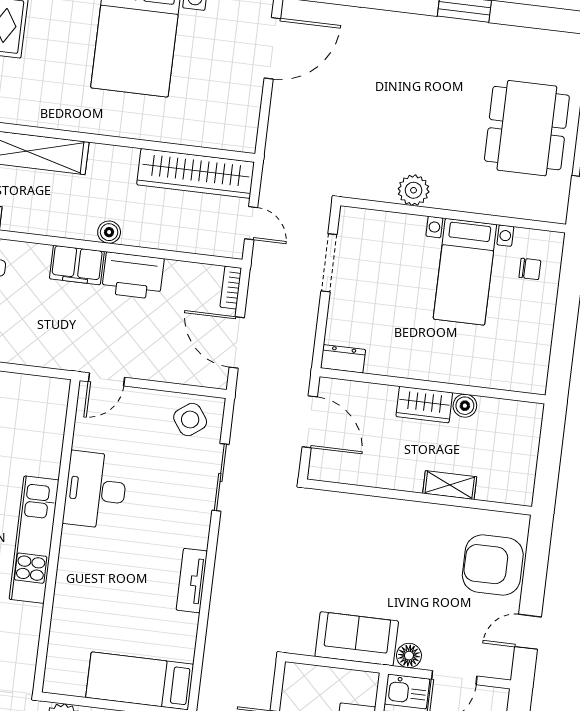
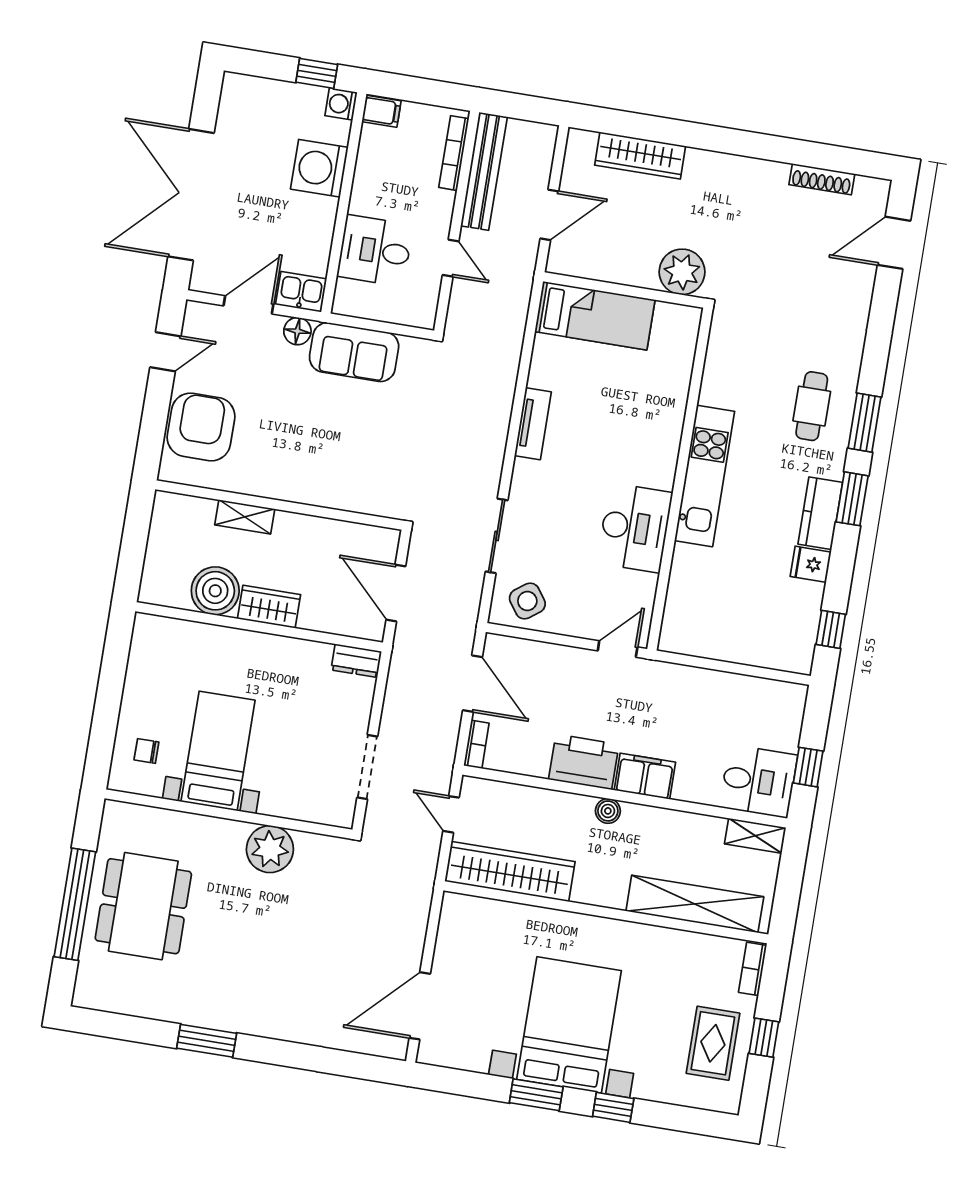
plant: (414, 190) -> (270, 849), width x1.36, depth x1.36
boiler: (465, 406) -> (215, 591), width x1.86, depth x1.86
armchair: (493, 565) -> (201, 427), turned -90

